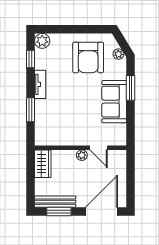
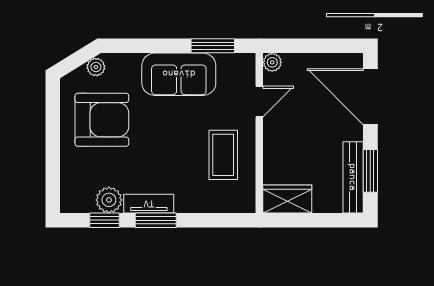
plant: (42, 41) -> (109, 200), moved
window: (131, 88) -> (213, 46), moved
window: (31, 110) -> (156, 220), moved
coffee table: (68, 127) -> (223, 155), added
plant: (82, 155) -> (272, 62), moved

